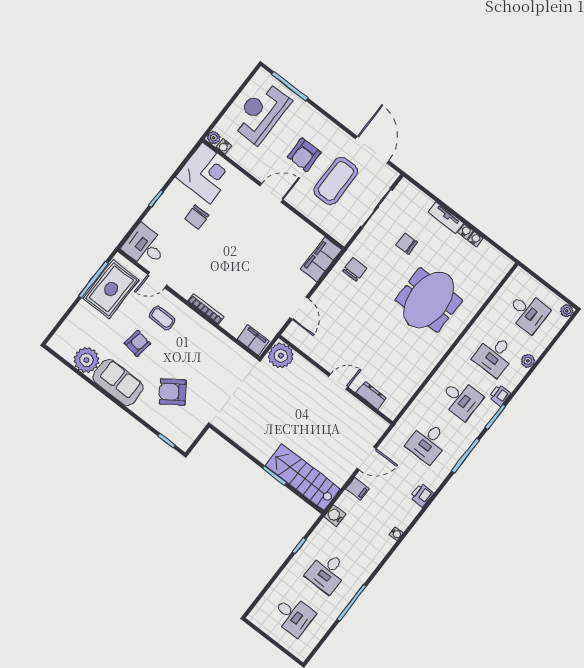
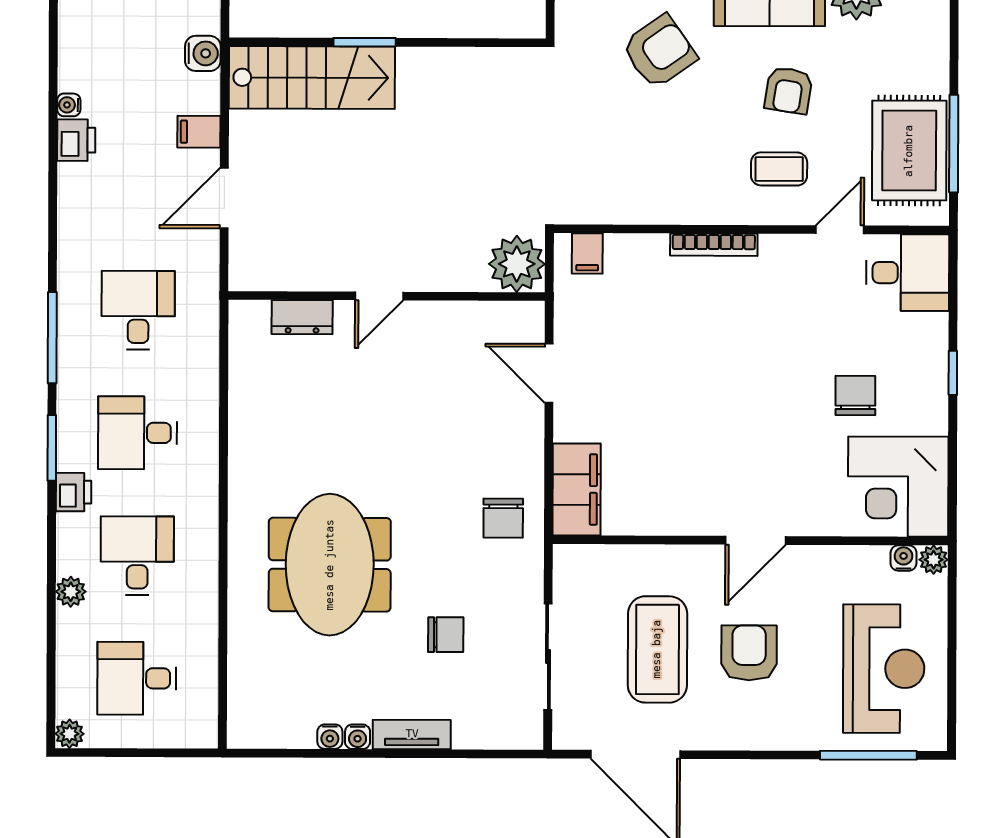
filing cabinet: (253, 340) -> (587, 253), width x0.50
printer: (422, 495) -> (76, 140), moved

